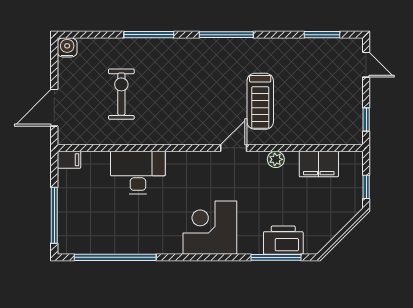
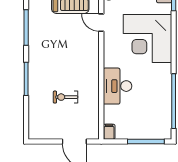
water cooler: (67, 47) -> (35, 133), removed
exercise bike: (121, 94) -> (66, 97), width x0.73, depth x0.72
corner desk: (210, 228) -> (148, 38), width x1.36, depth x1.36

